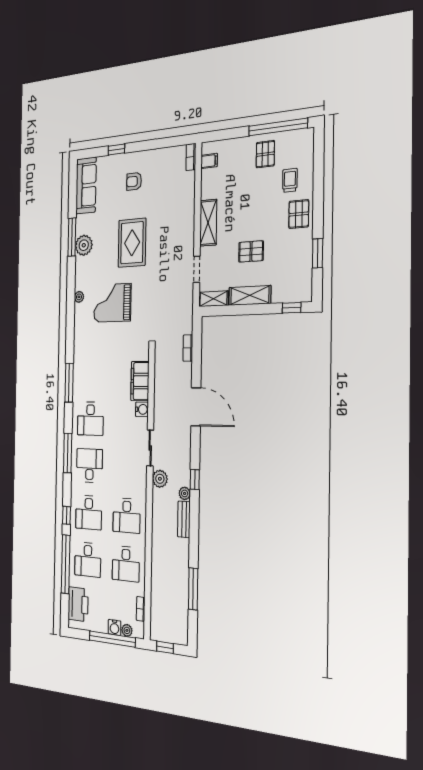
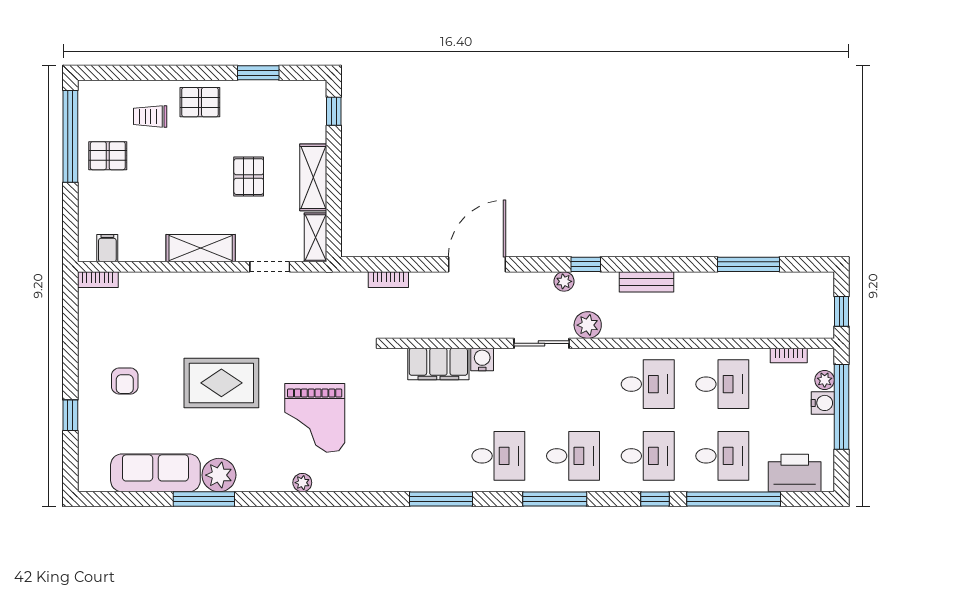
sofa: (86, 186) -> (155, 473), moved
desk: (89, 466) -> (573, 456), turned 180
plant: (185, 493) -> (564, 281), moved

